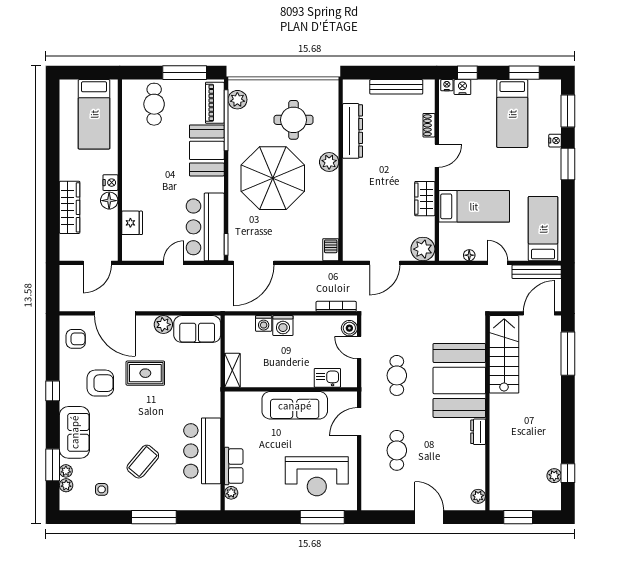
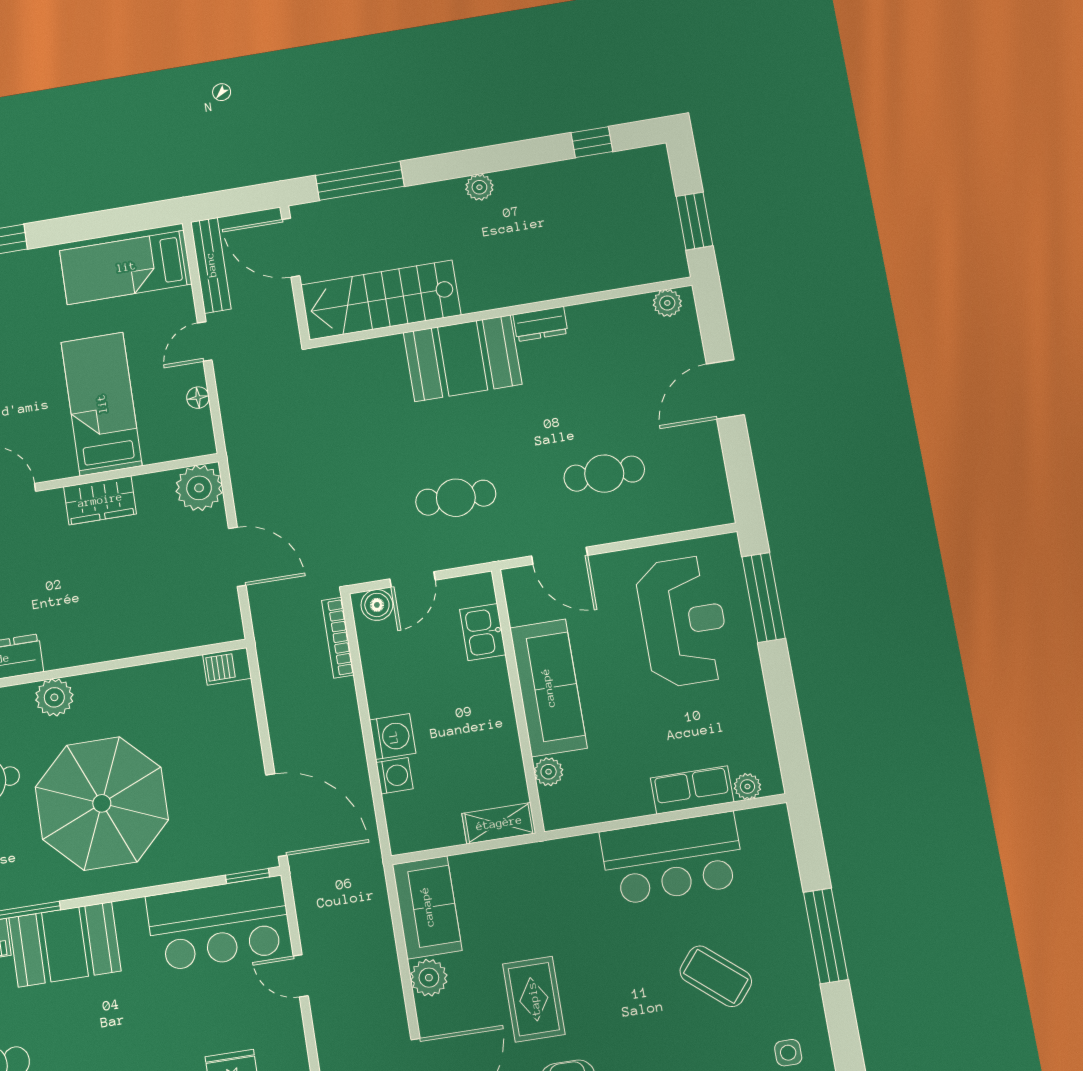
booth: (459, 380) -> (463, 358), width x0.73, depth x0.70
plant: (254, 398) -> (549, 772), added
plant: (554, 476) -> (479, 187), moved

